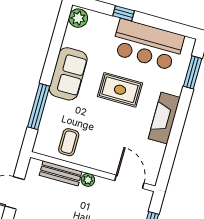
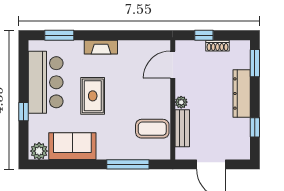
sofa: (68, 74) -> (72, 146), moved
fireplace: (164, 118) -> (101, 47), width x0.73, depth x0.76
coffee table: (69, 142) -> (152, 129), width x1.36, depth x1.30

